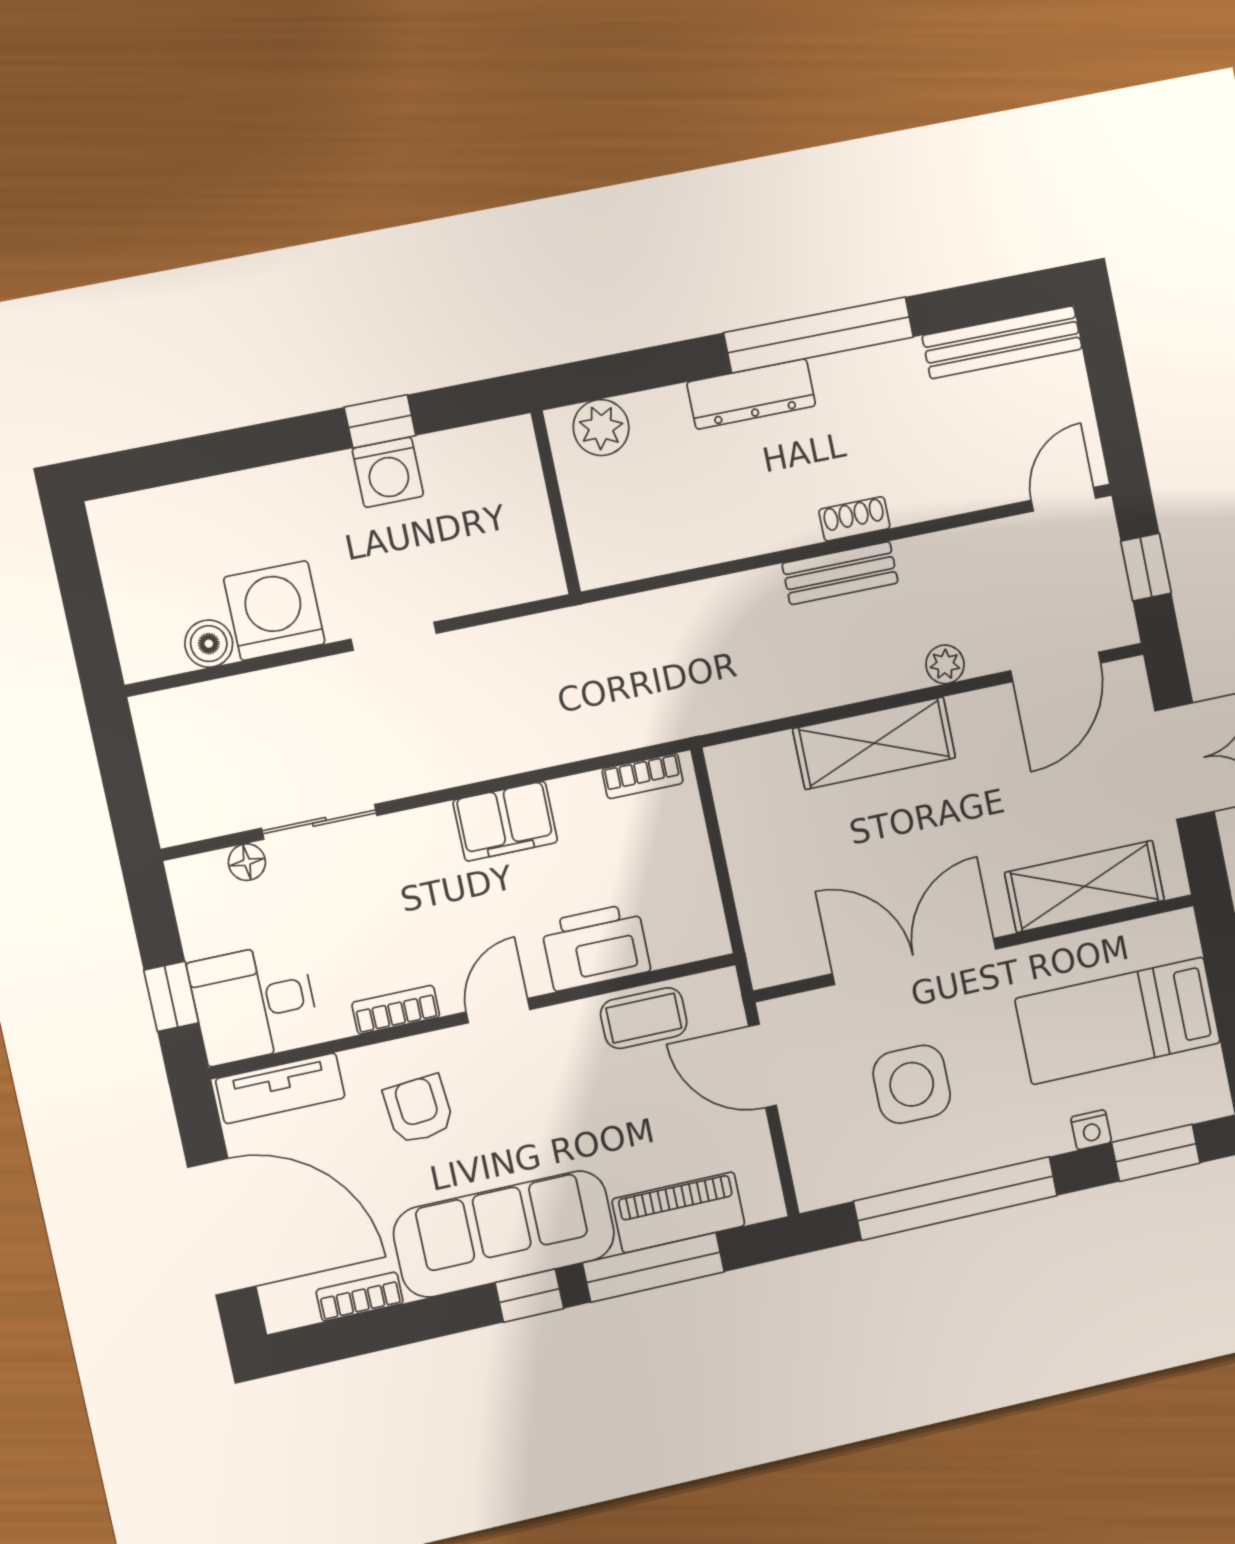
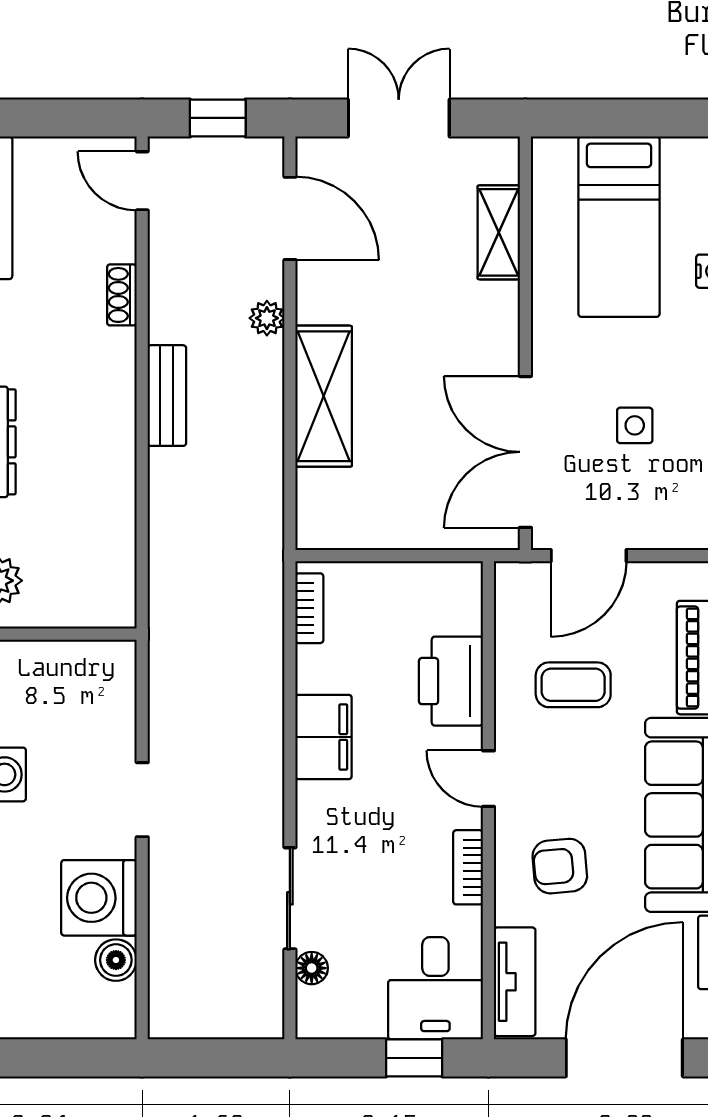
shoe rack: (854, 519) -> (122, 295), moved
shelving: (1085, 886) -> (499, 232), width x0.67, depth x0.75
double door: (914, 961) -> (525, 452), moved
coffee table: (644, 1018) -> (573, 685), moved, turned 90
side table: (912, 1084) -> (635, 425), width x0.54, depth x0.54

